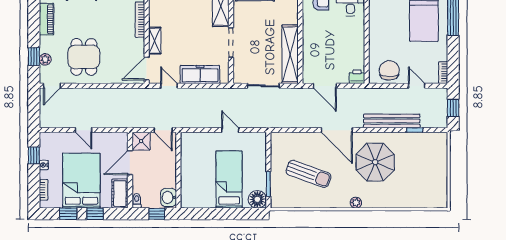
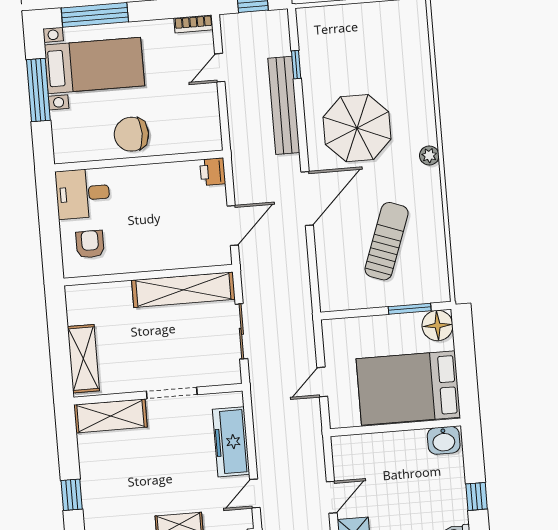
chair: (389, 70) -> (131, 134), moved
wall: (178, 170) -> (395, 427), moved
bed: (229, 179) -> (408, 388), width x1.50
washbasin: (169, 197) -> (444, 440), moved

